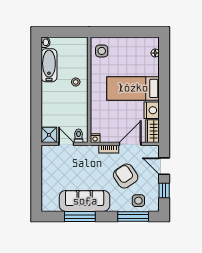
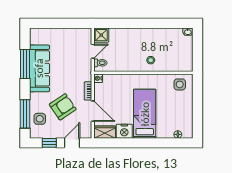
bathtub: (49, 65) -> (166, 35), removed

